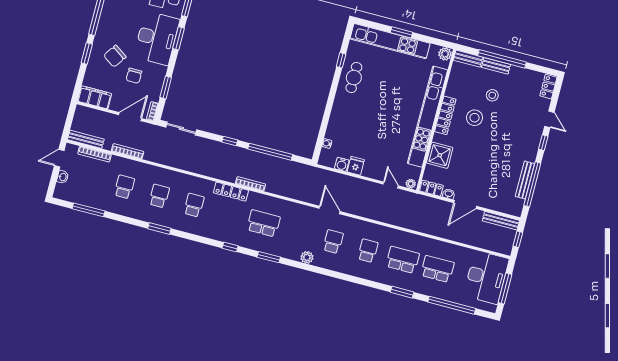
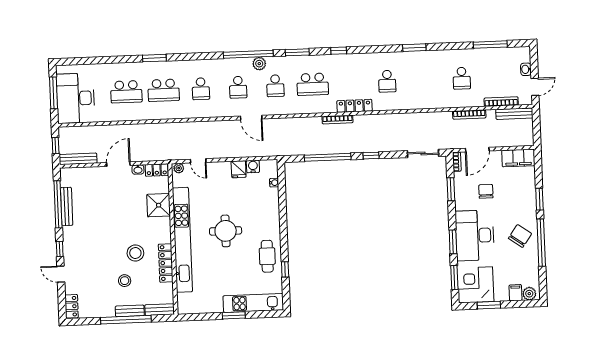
kitchen unit: (390, 41) -> (253, 303), width x0.73
plant: (445, 54) -> (184, 307), removed
chair: (115, 56) -> (520, 236), moved
round table: (385, 113) -> (226, 231), added
locker: (445, 115) -> (166, 263), moved
school desk: (159, 196) -> (275, 86), moved
window: (452, 305) -> (248, 54), moved

